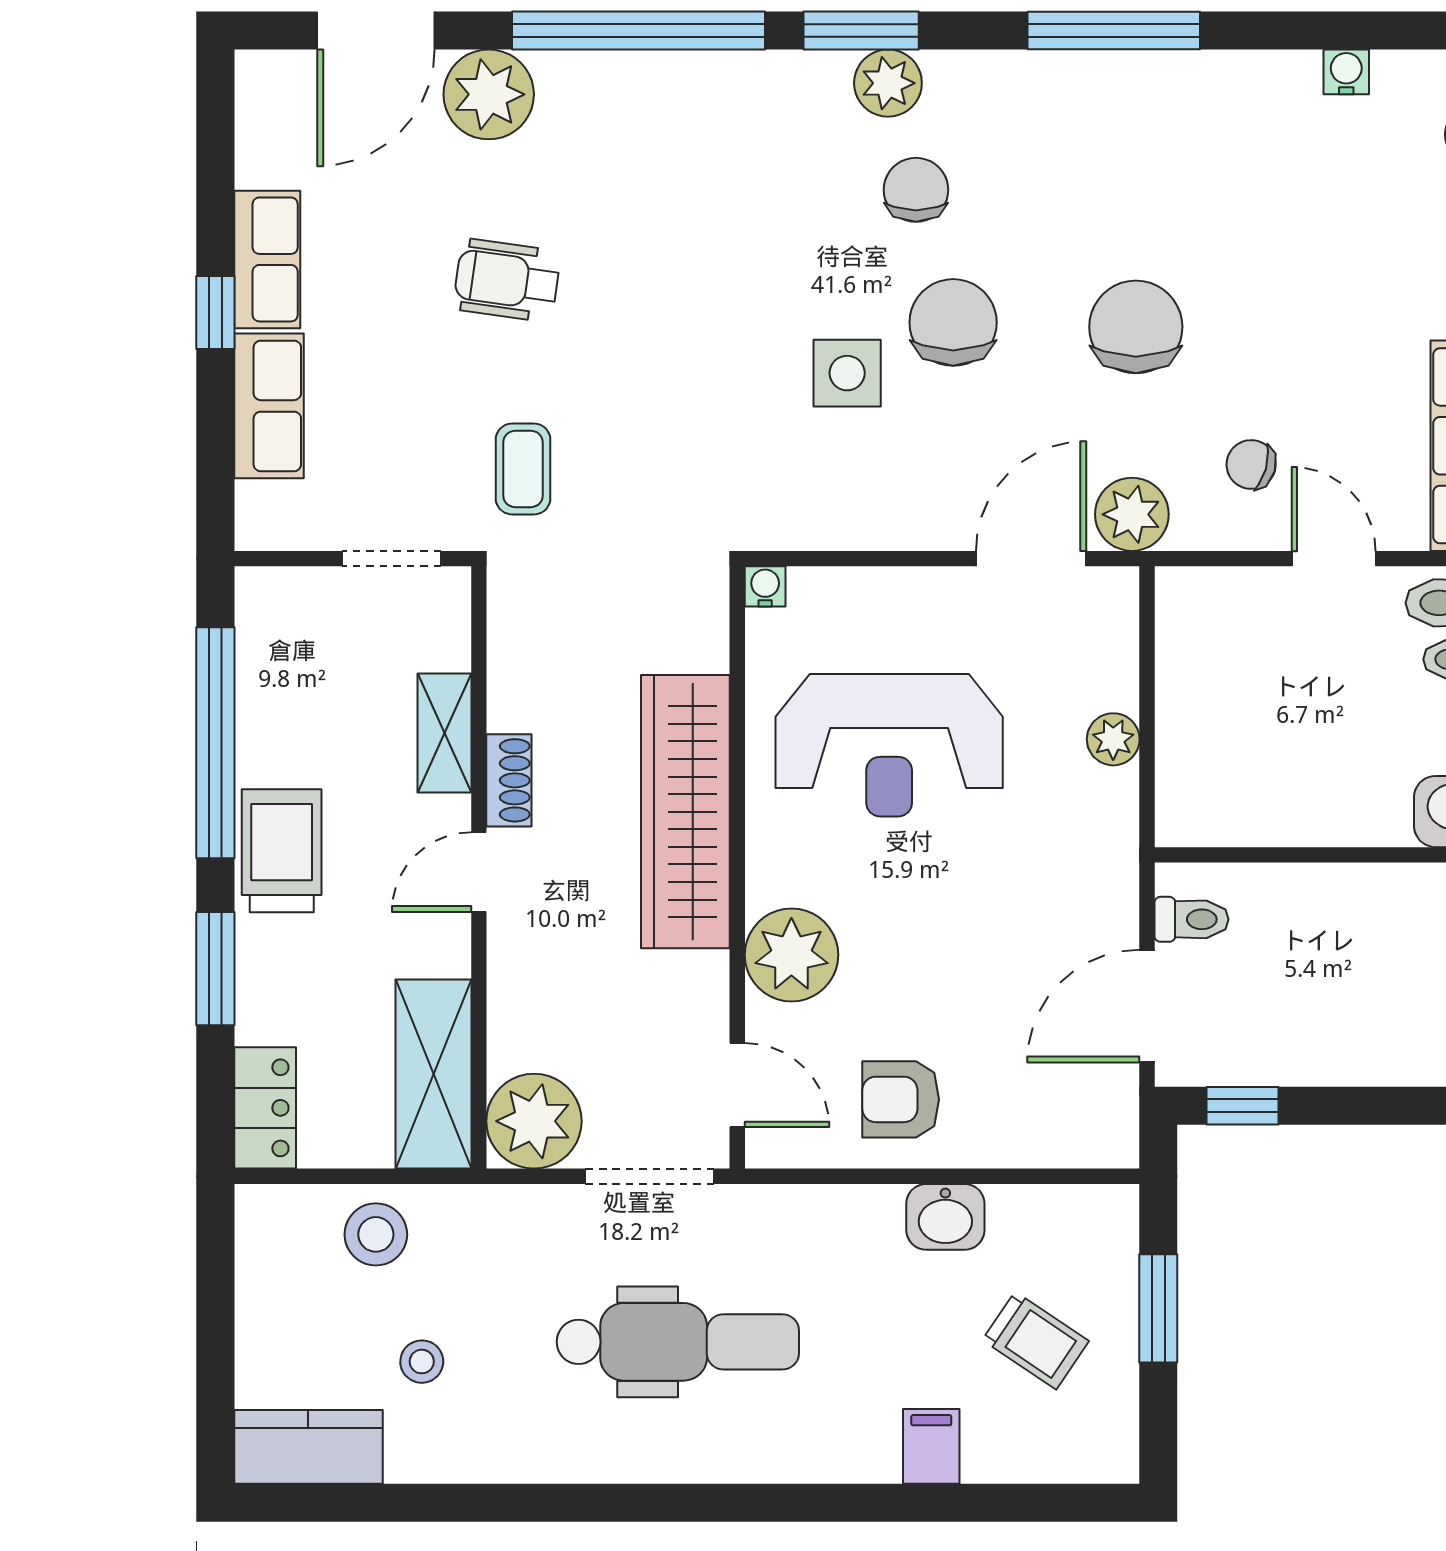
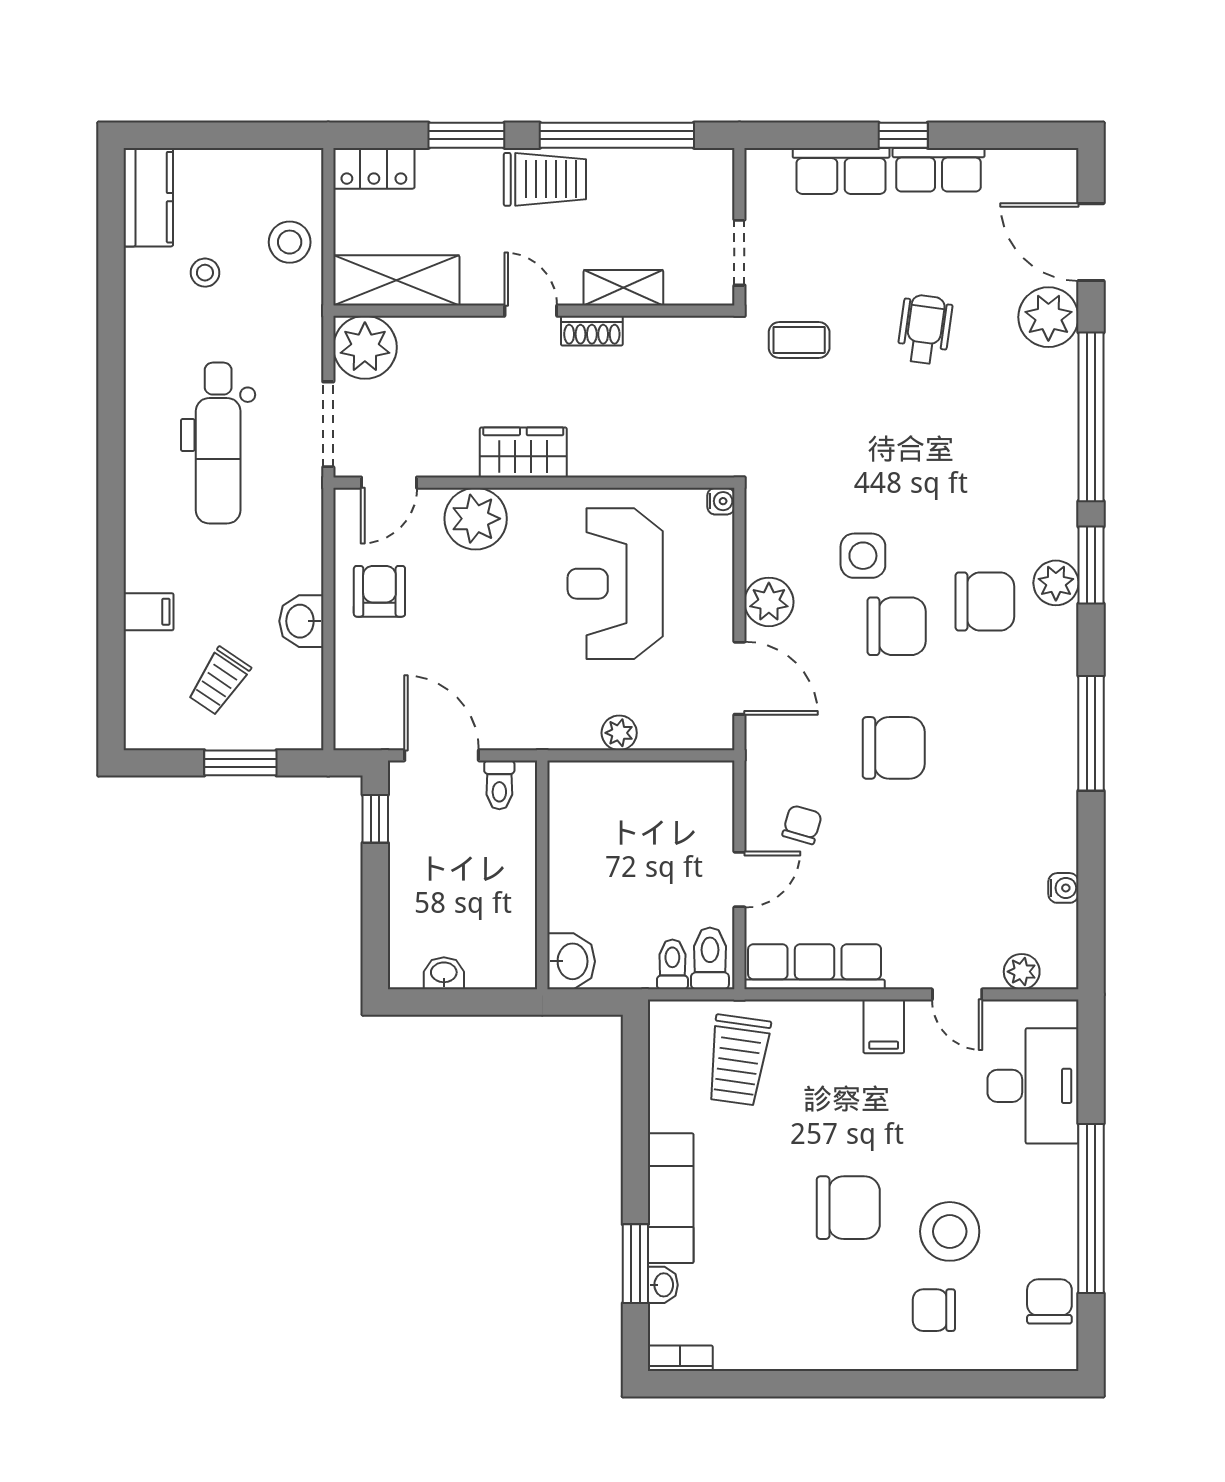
chair: (916, 190) -> (985, 602), width x1.37, depth x1.37
plant: (1132, 514) -> (769, 602), moved
wardrobe: (685, 812) -> (523, 452), width x0.48, depth x0.85

